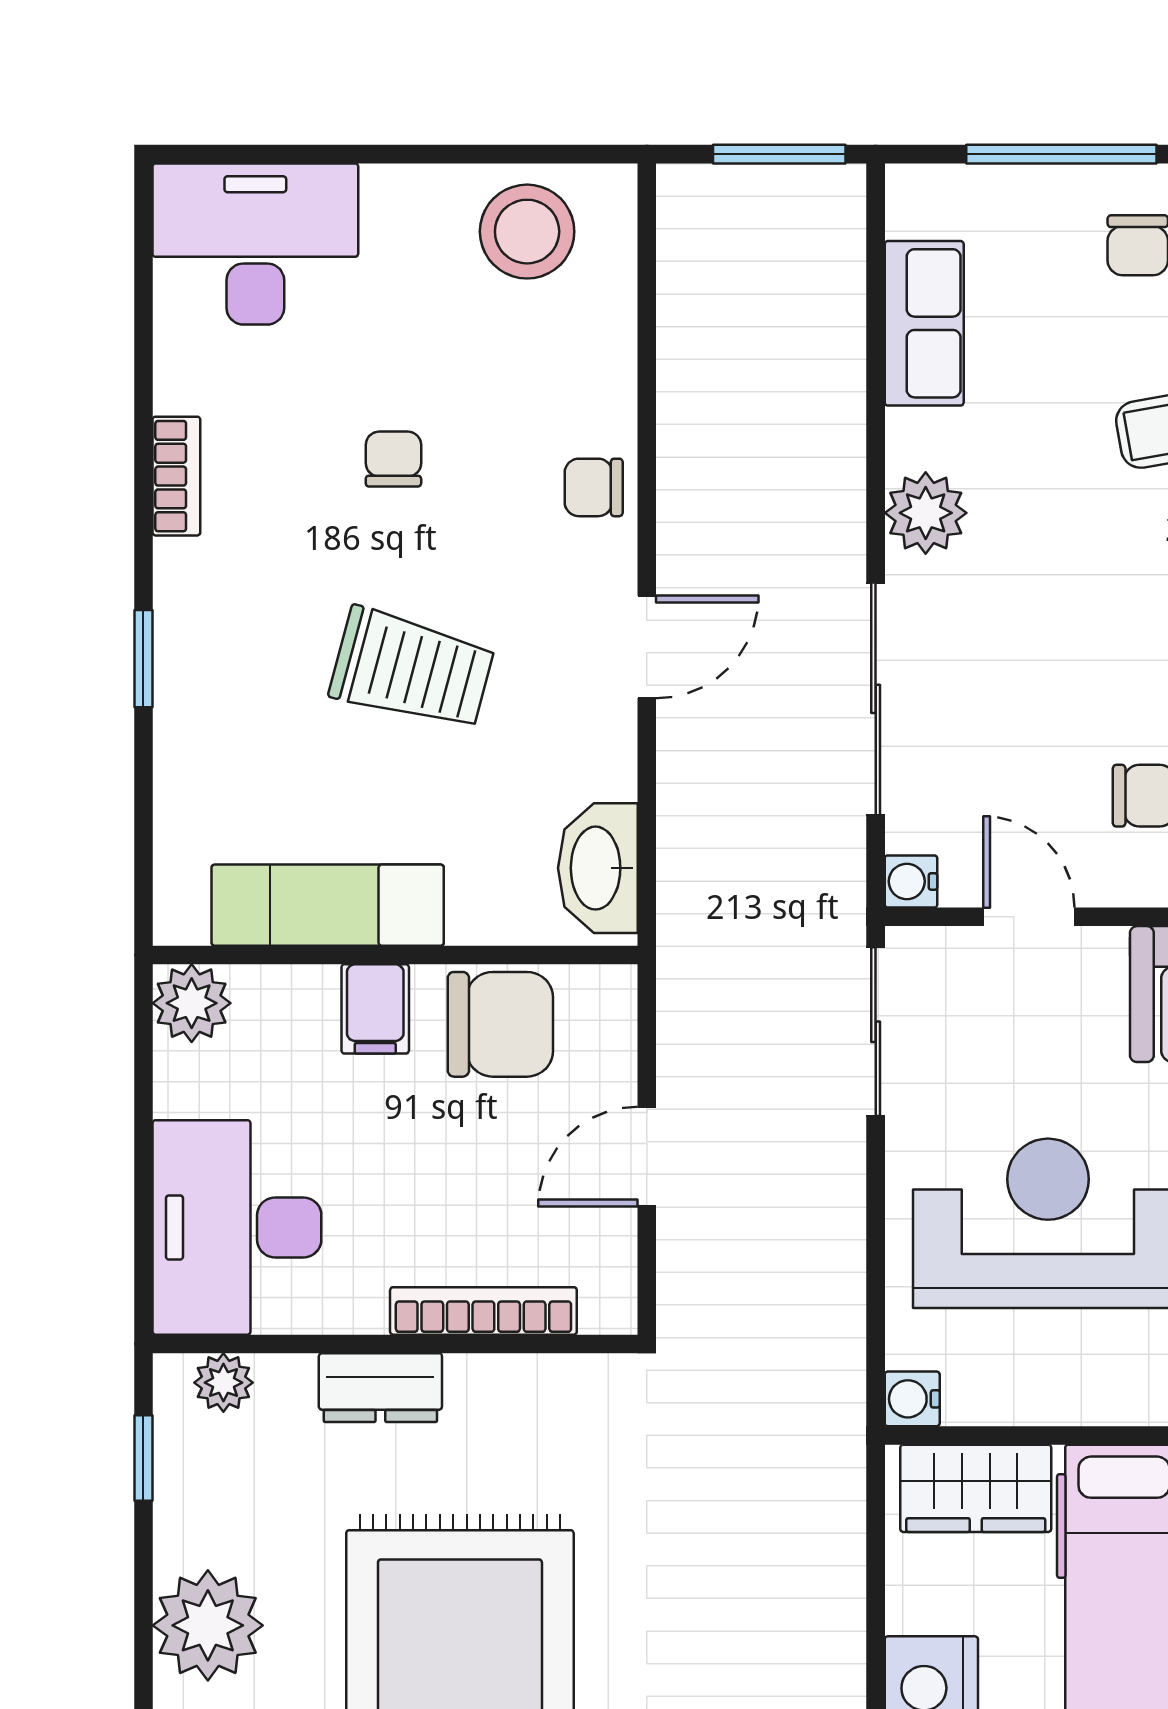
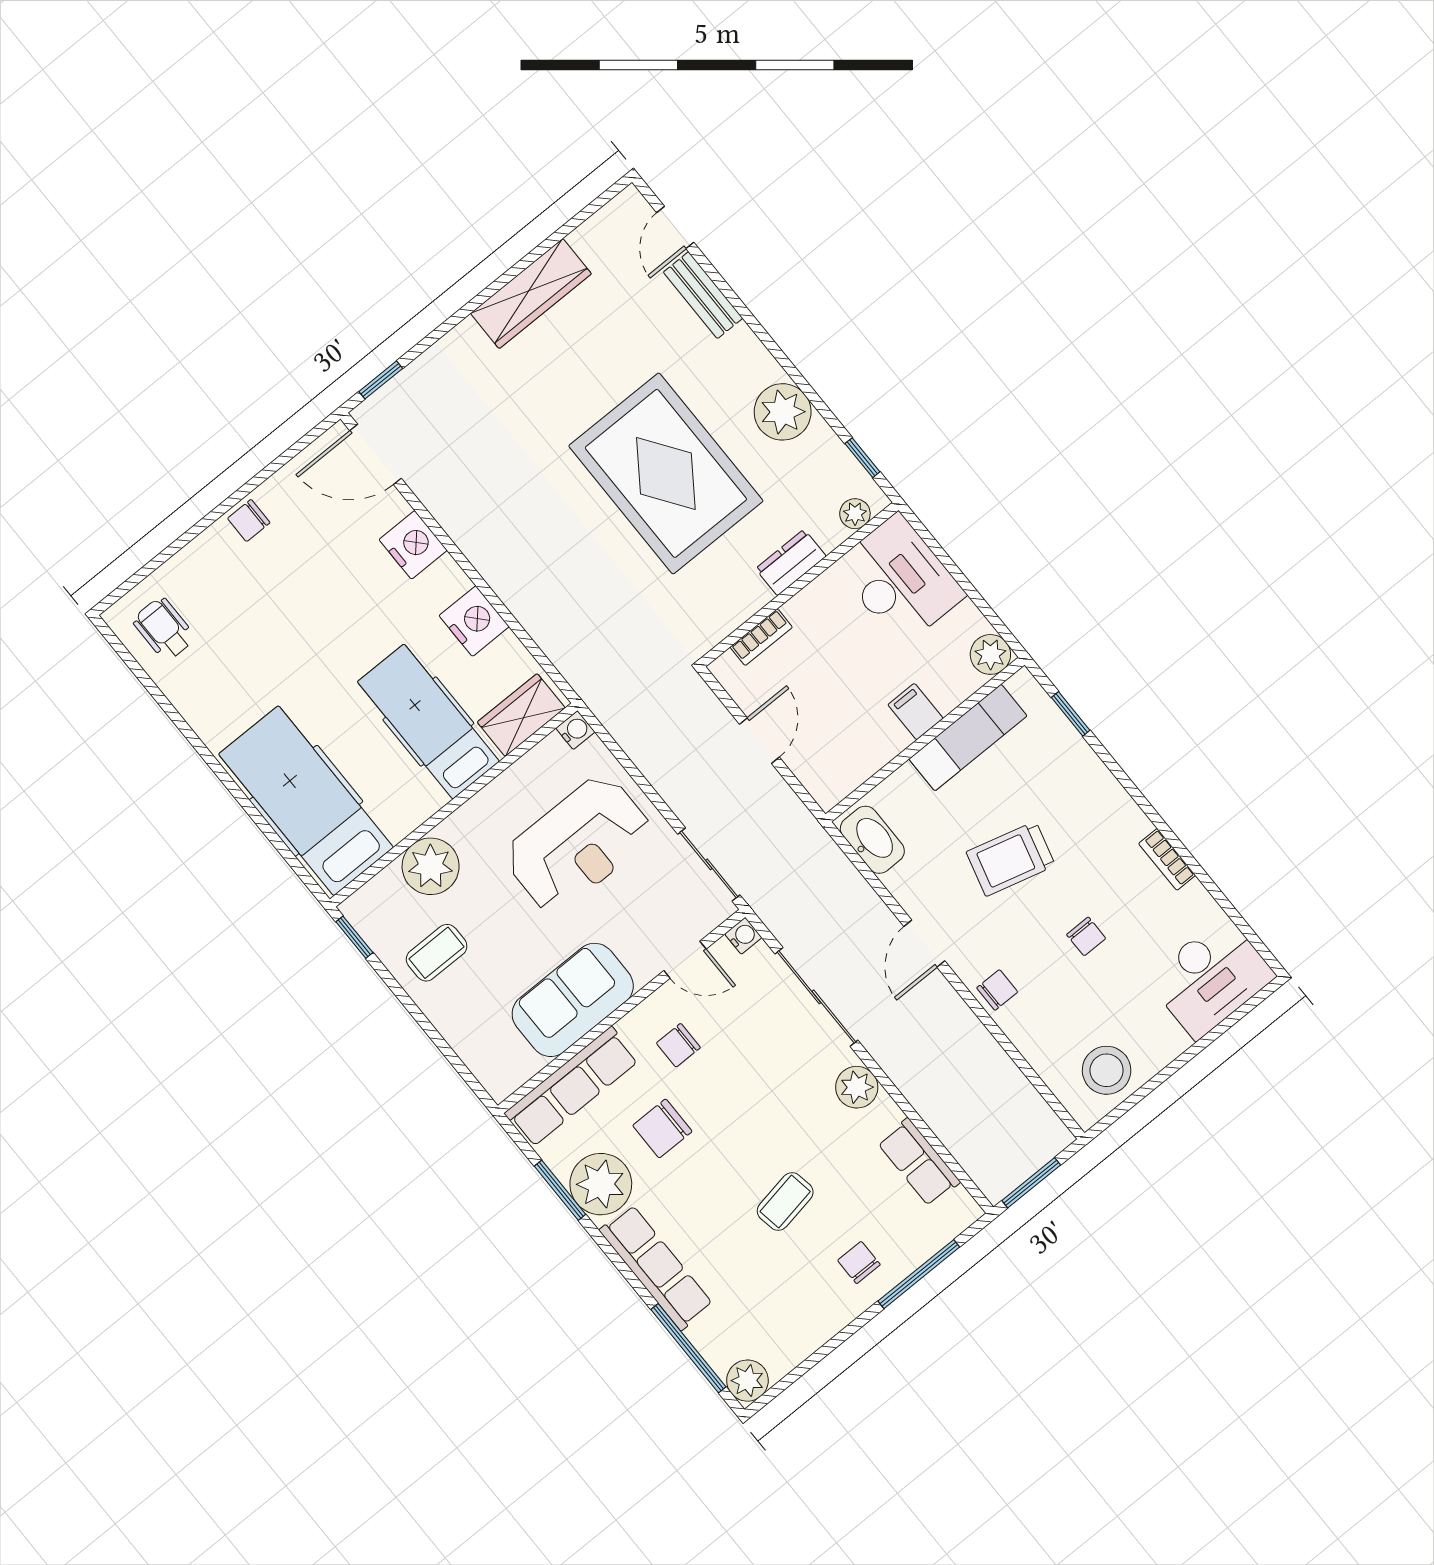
window: (143, 659) -> (1071, 714), moved
chair: (500, 1024) -> (861, 746), removed
bookcase: (483, 1311) -> (761, 637), width x0.64

